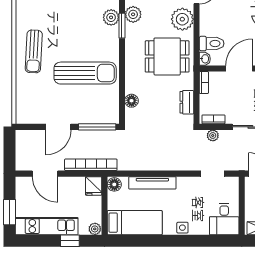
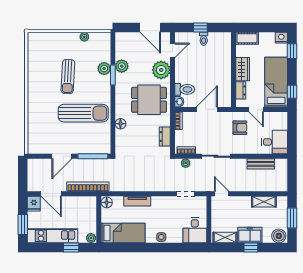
sun lounger: (34, 51) -> (68, 77), moved
floor lamp: (132, 101) -> (120, 124), moved
tv unit: (152, 183) -> (137, 201), width x0.71
fridge: (94, 186) -> (34, 204), moved

